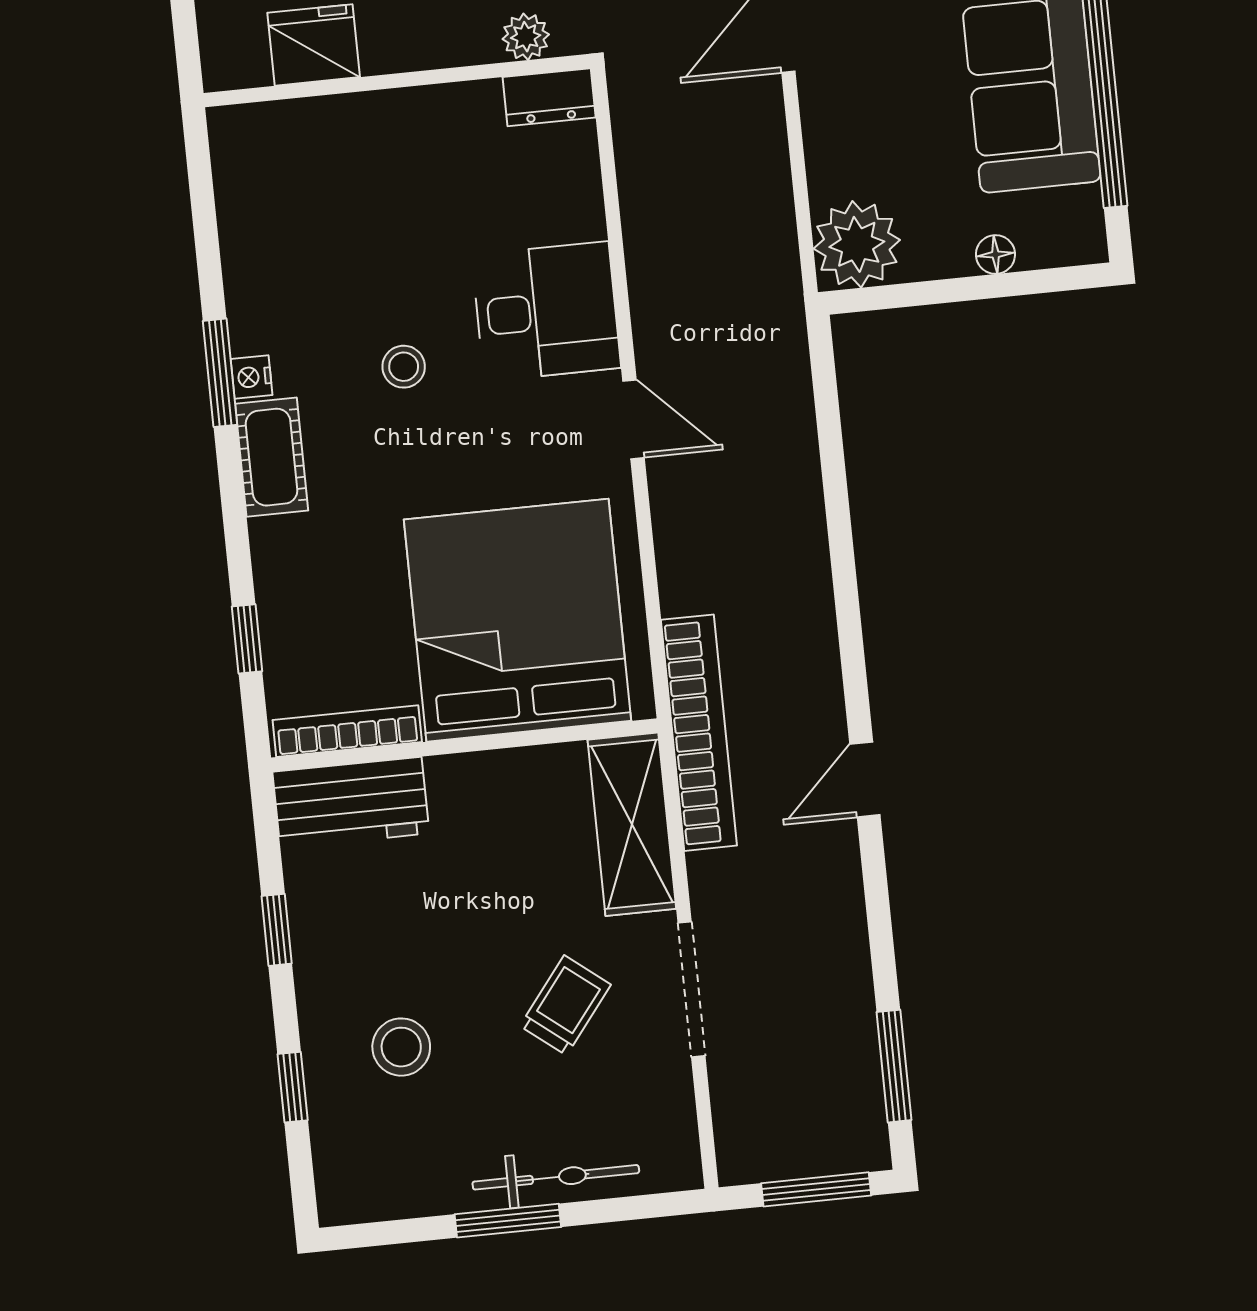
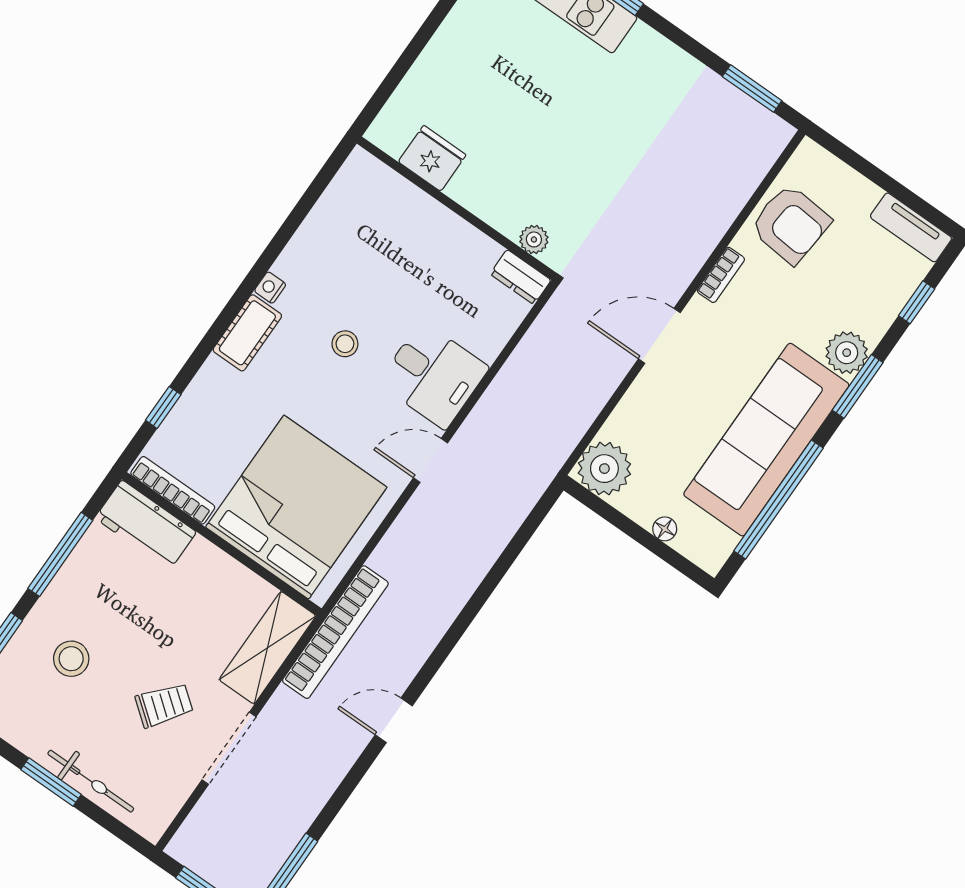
window: (220, 373) -> (257, 273), removed
door: (634, 419) -> (431, 460), swing flipped
window: (277, 930) -> (60, 554), width x2.17

